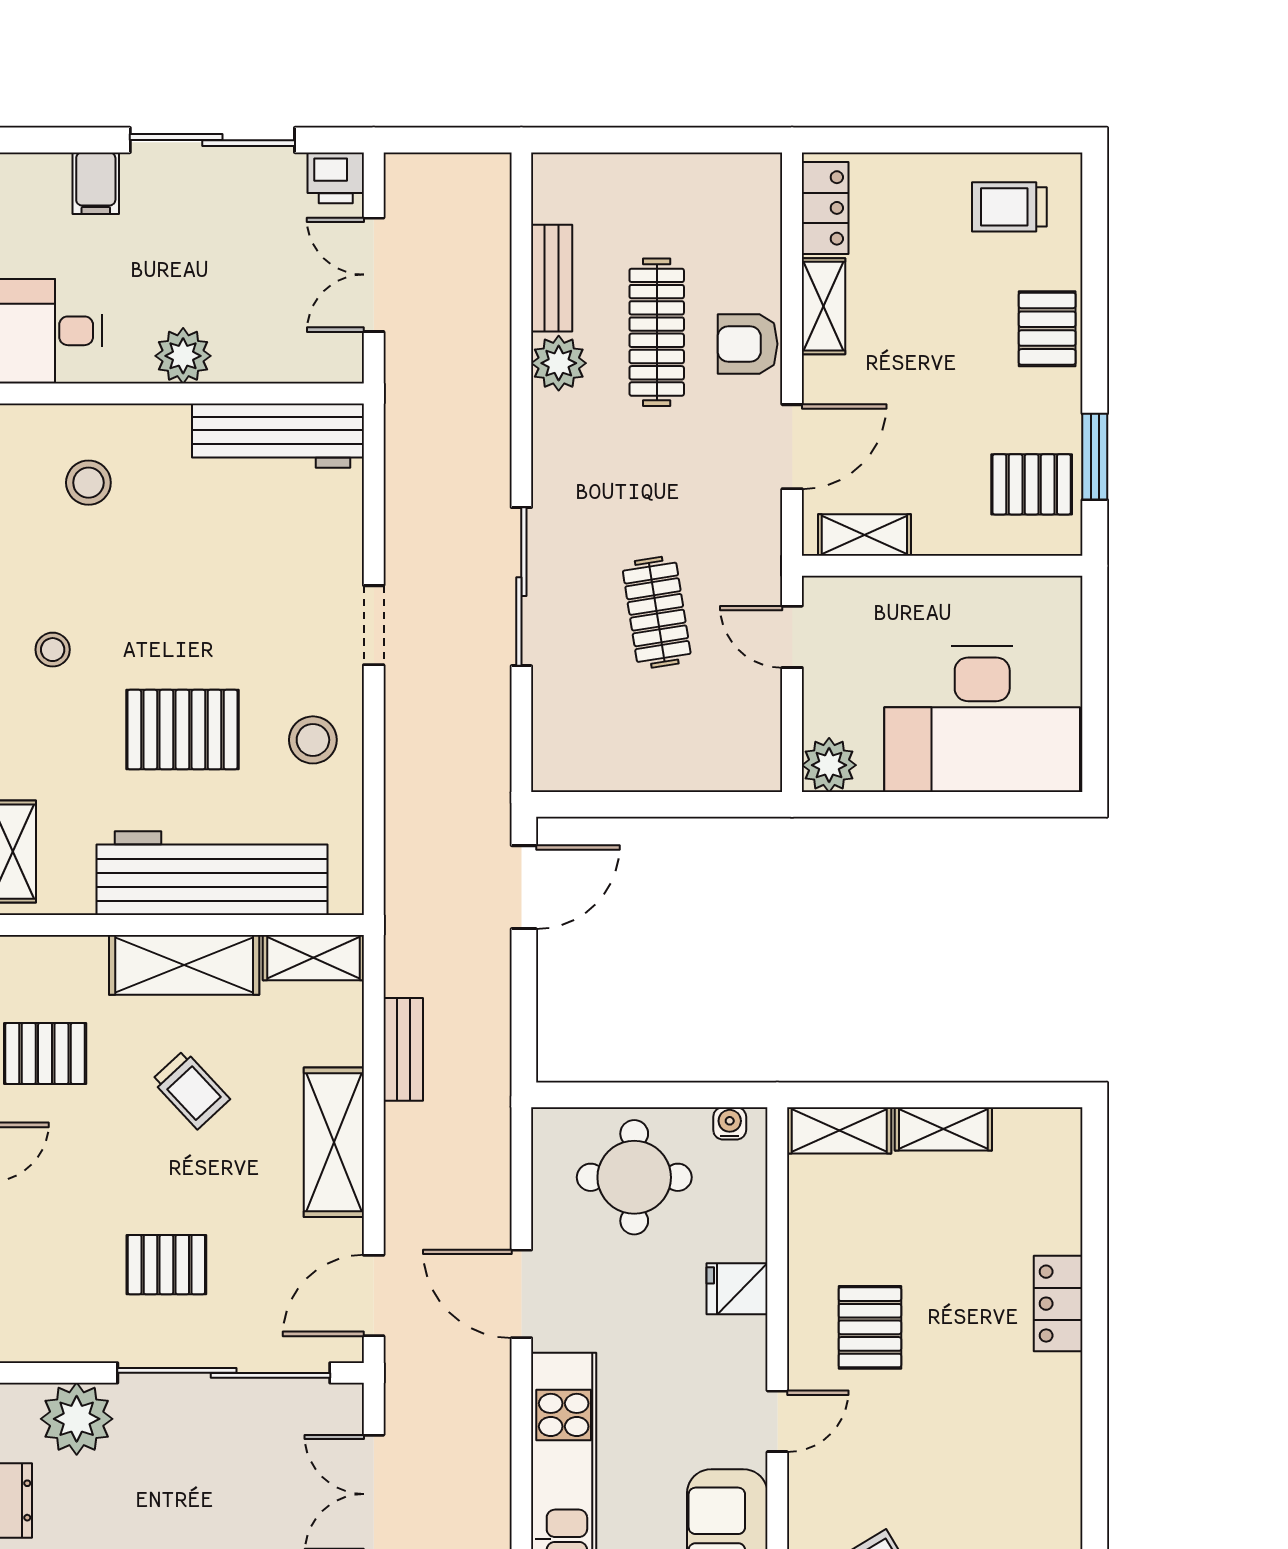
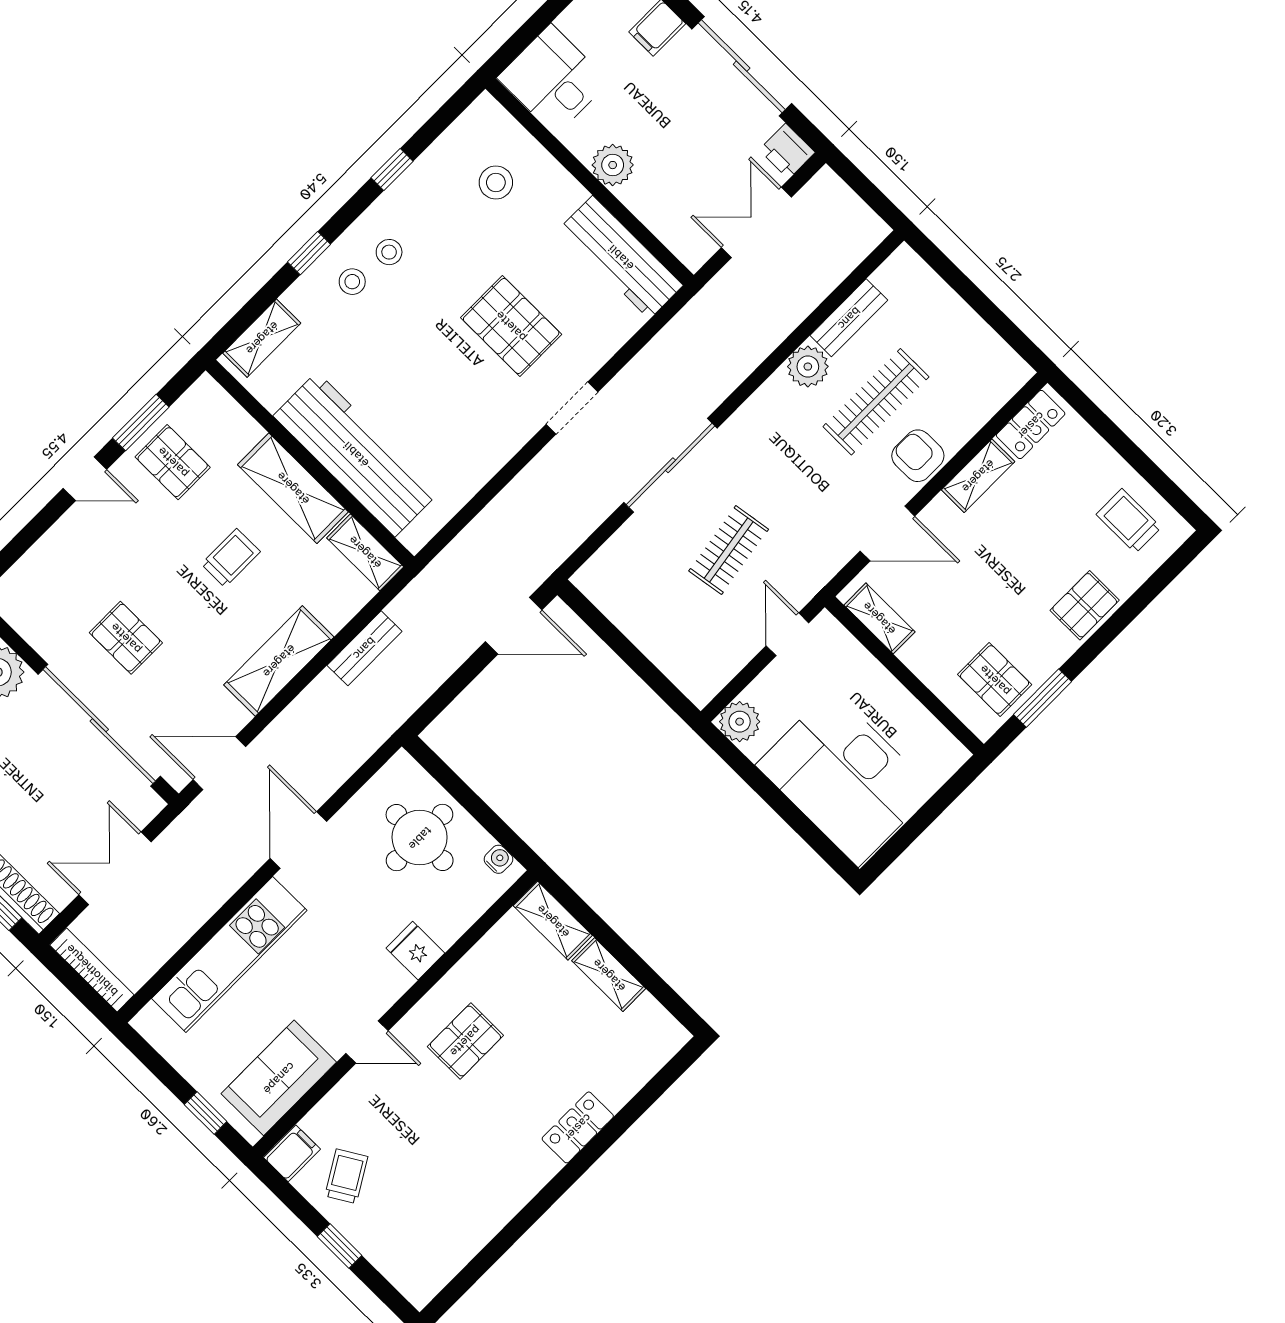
pallet: (182, 730) -> (511, 326), moved
stool: (313, 740) -> (352, 282), moved, width x0.73, depth x0.73
trolley: (191, 1090) -> (231, 558), turned -137

